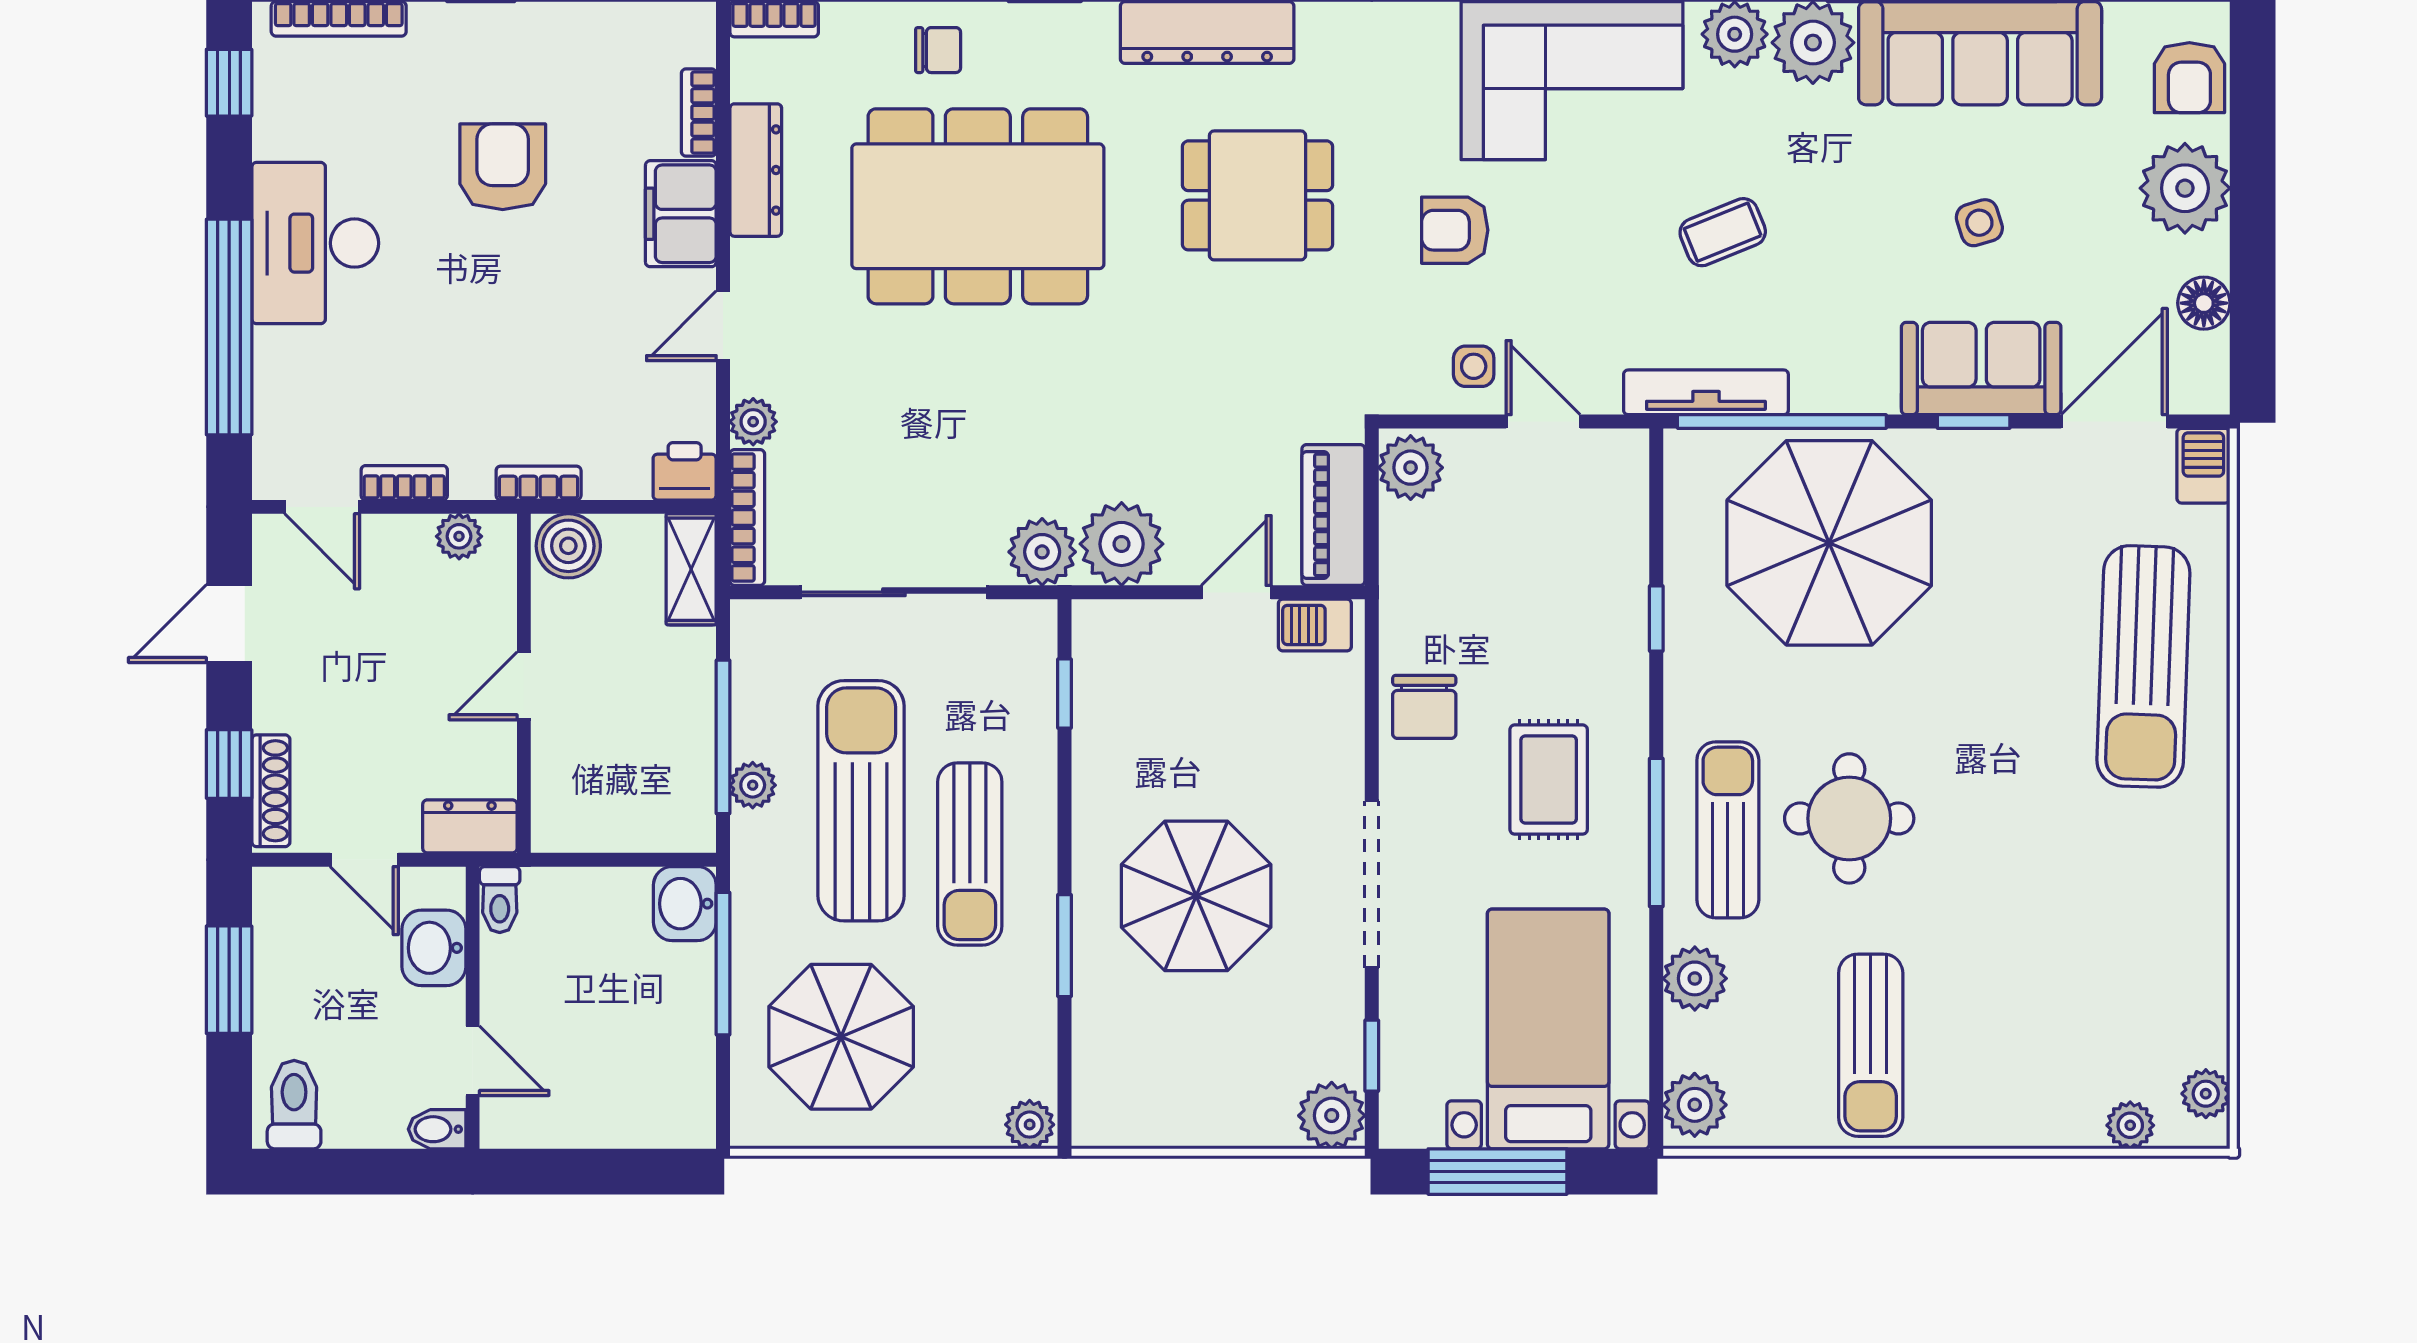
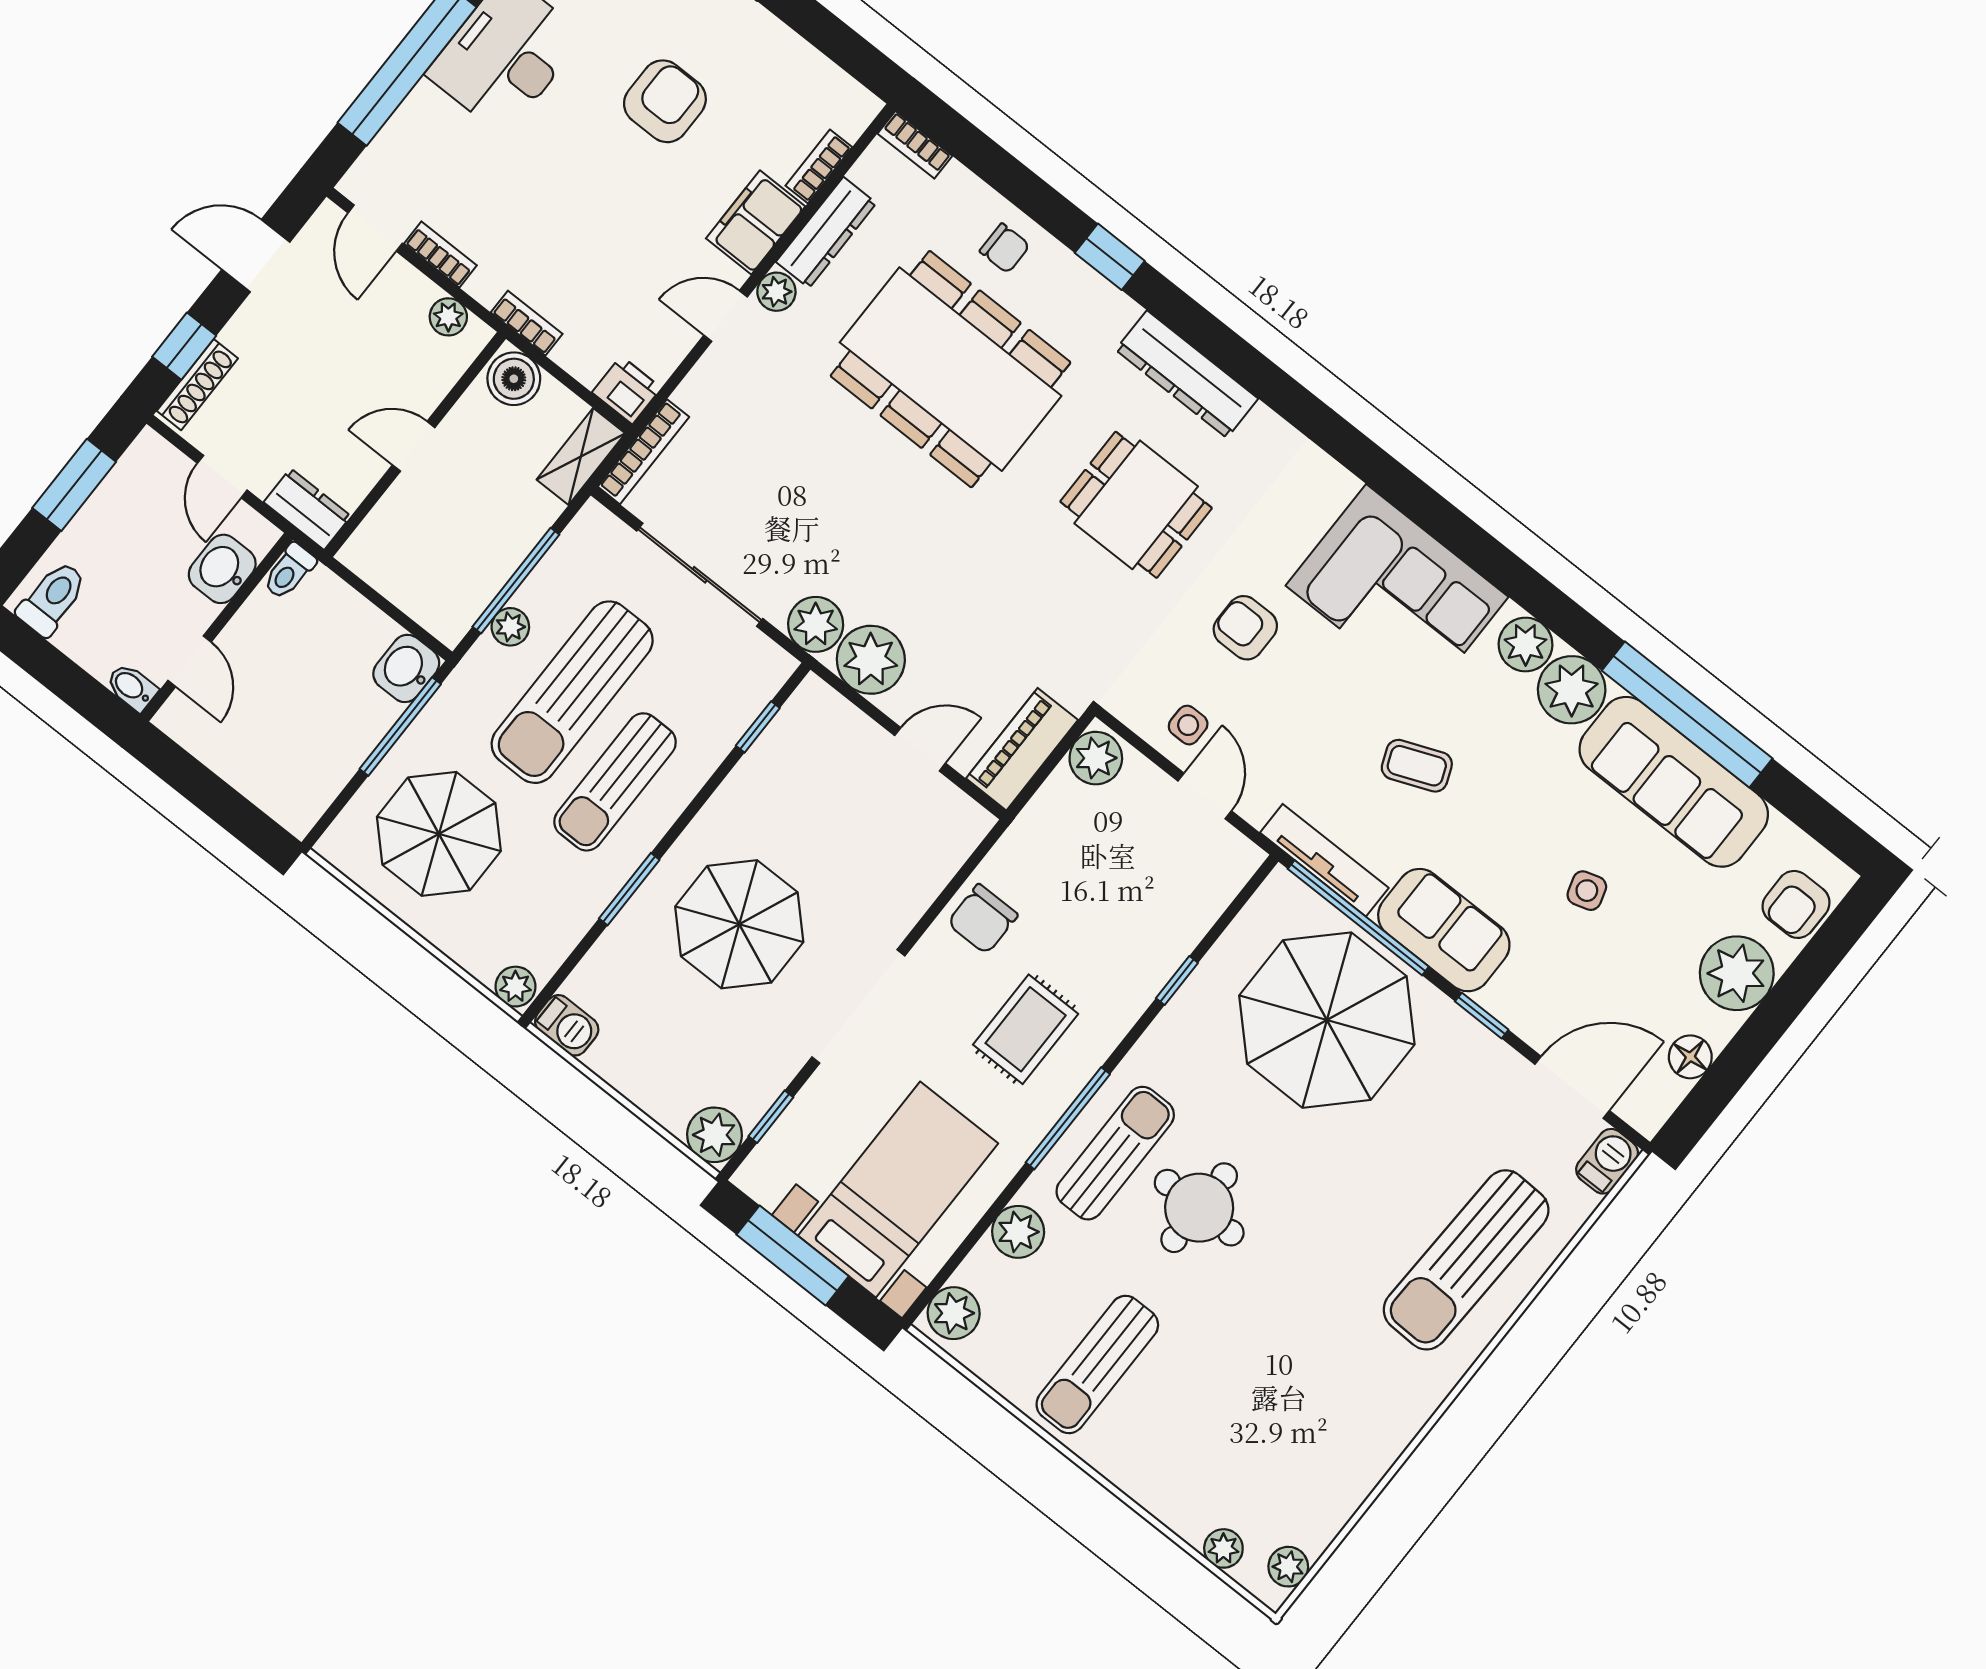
sofa: (1981, 369) -> (1444, 930), moved
plant: (753, 422) -> (776, 292), moved
barbecue: (1315, 625) -> (567, 1025), moved, turned 180
sun lounger: (861, 801) -> (572, 692), turned 180

